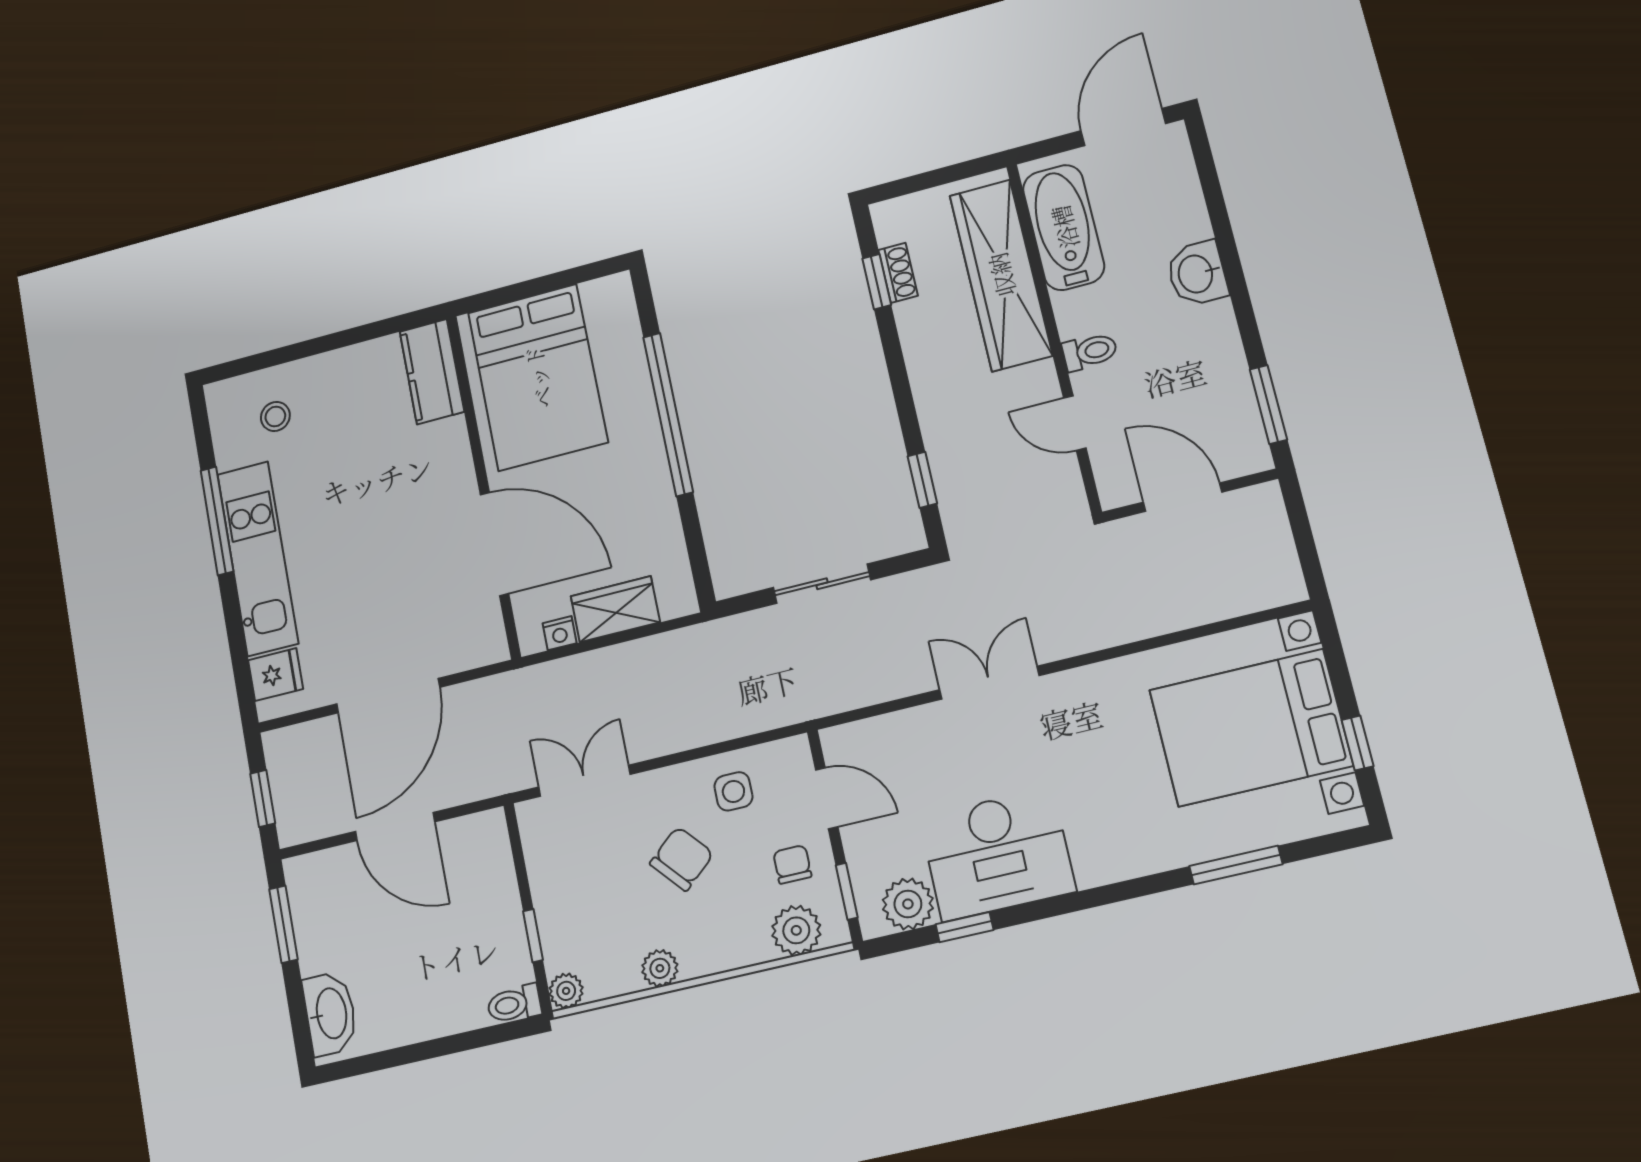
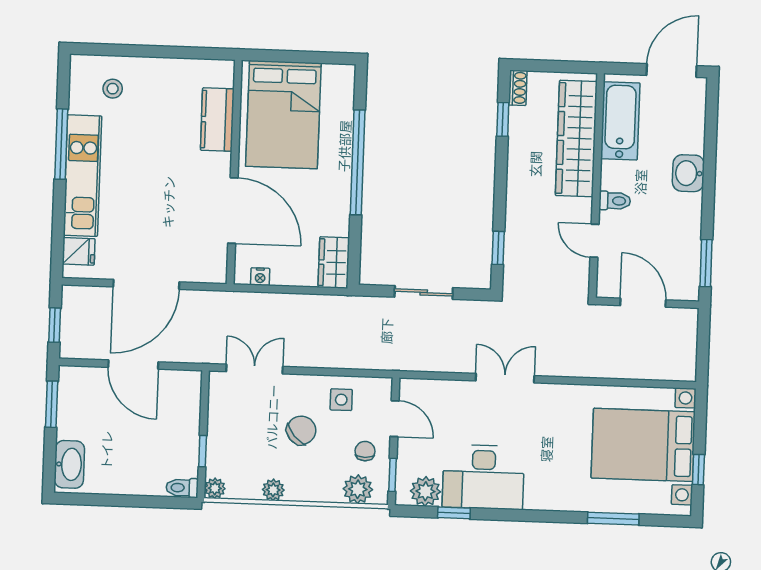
shoe rack: (898, 273) -> (518, 88), moved
kitchen counter: (432, 372) -> (217, 120), moved
wardrobe: (615, 609) -> (334, 263), moved, turned -90

